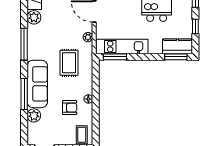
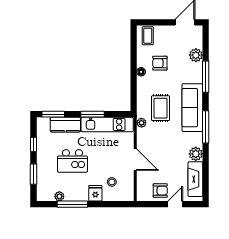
plant: (88, 37) -> (141, 123), moved
kitchen counter: (178, 46) -> (65, 125), moved
window: (115, 57) -> (93, 114), moved
sofa: (37, 84) -> (192, 108), moved

